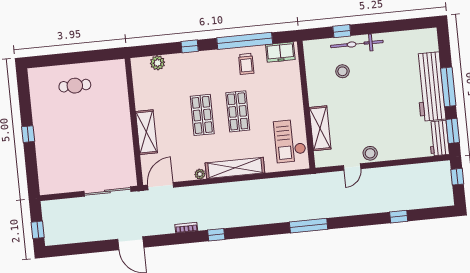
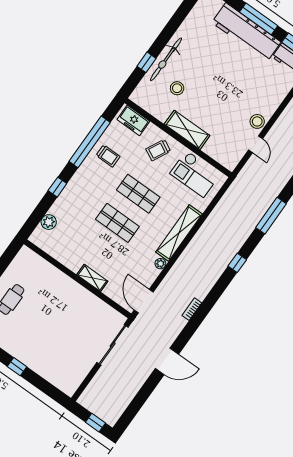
freezer: (280, 52) -> (133, 120), moved, turned 90
trolley: (284, 98) -> (158, 150), added
shelving: (320, 128) -> (187, 130), moved
shelving: (146, 132) -> (92, 278), width x0.67, depth x0.75
window: (216, 235) -> (237, 263), moved

